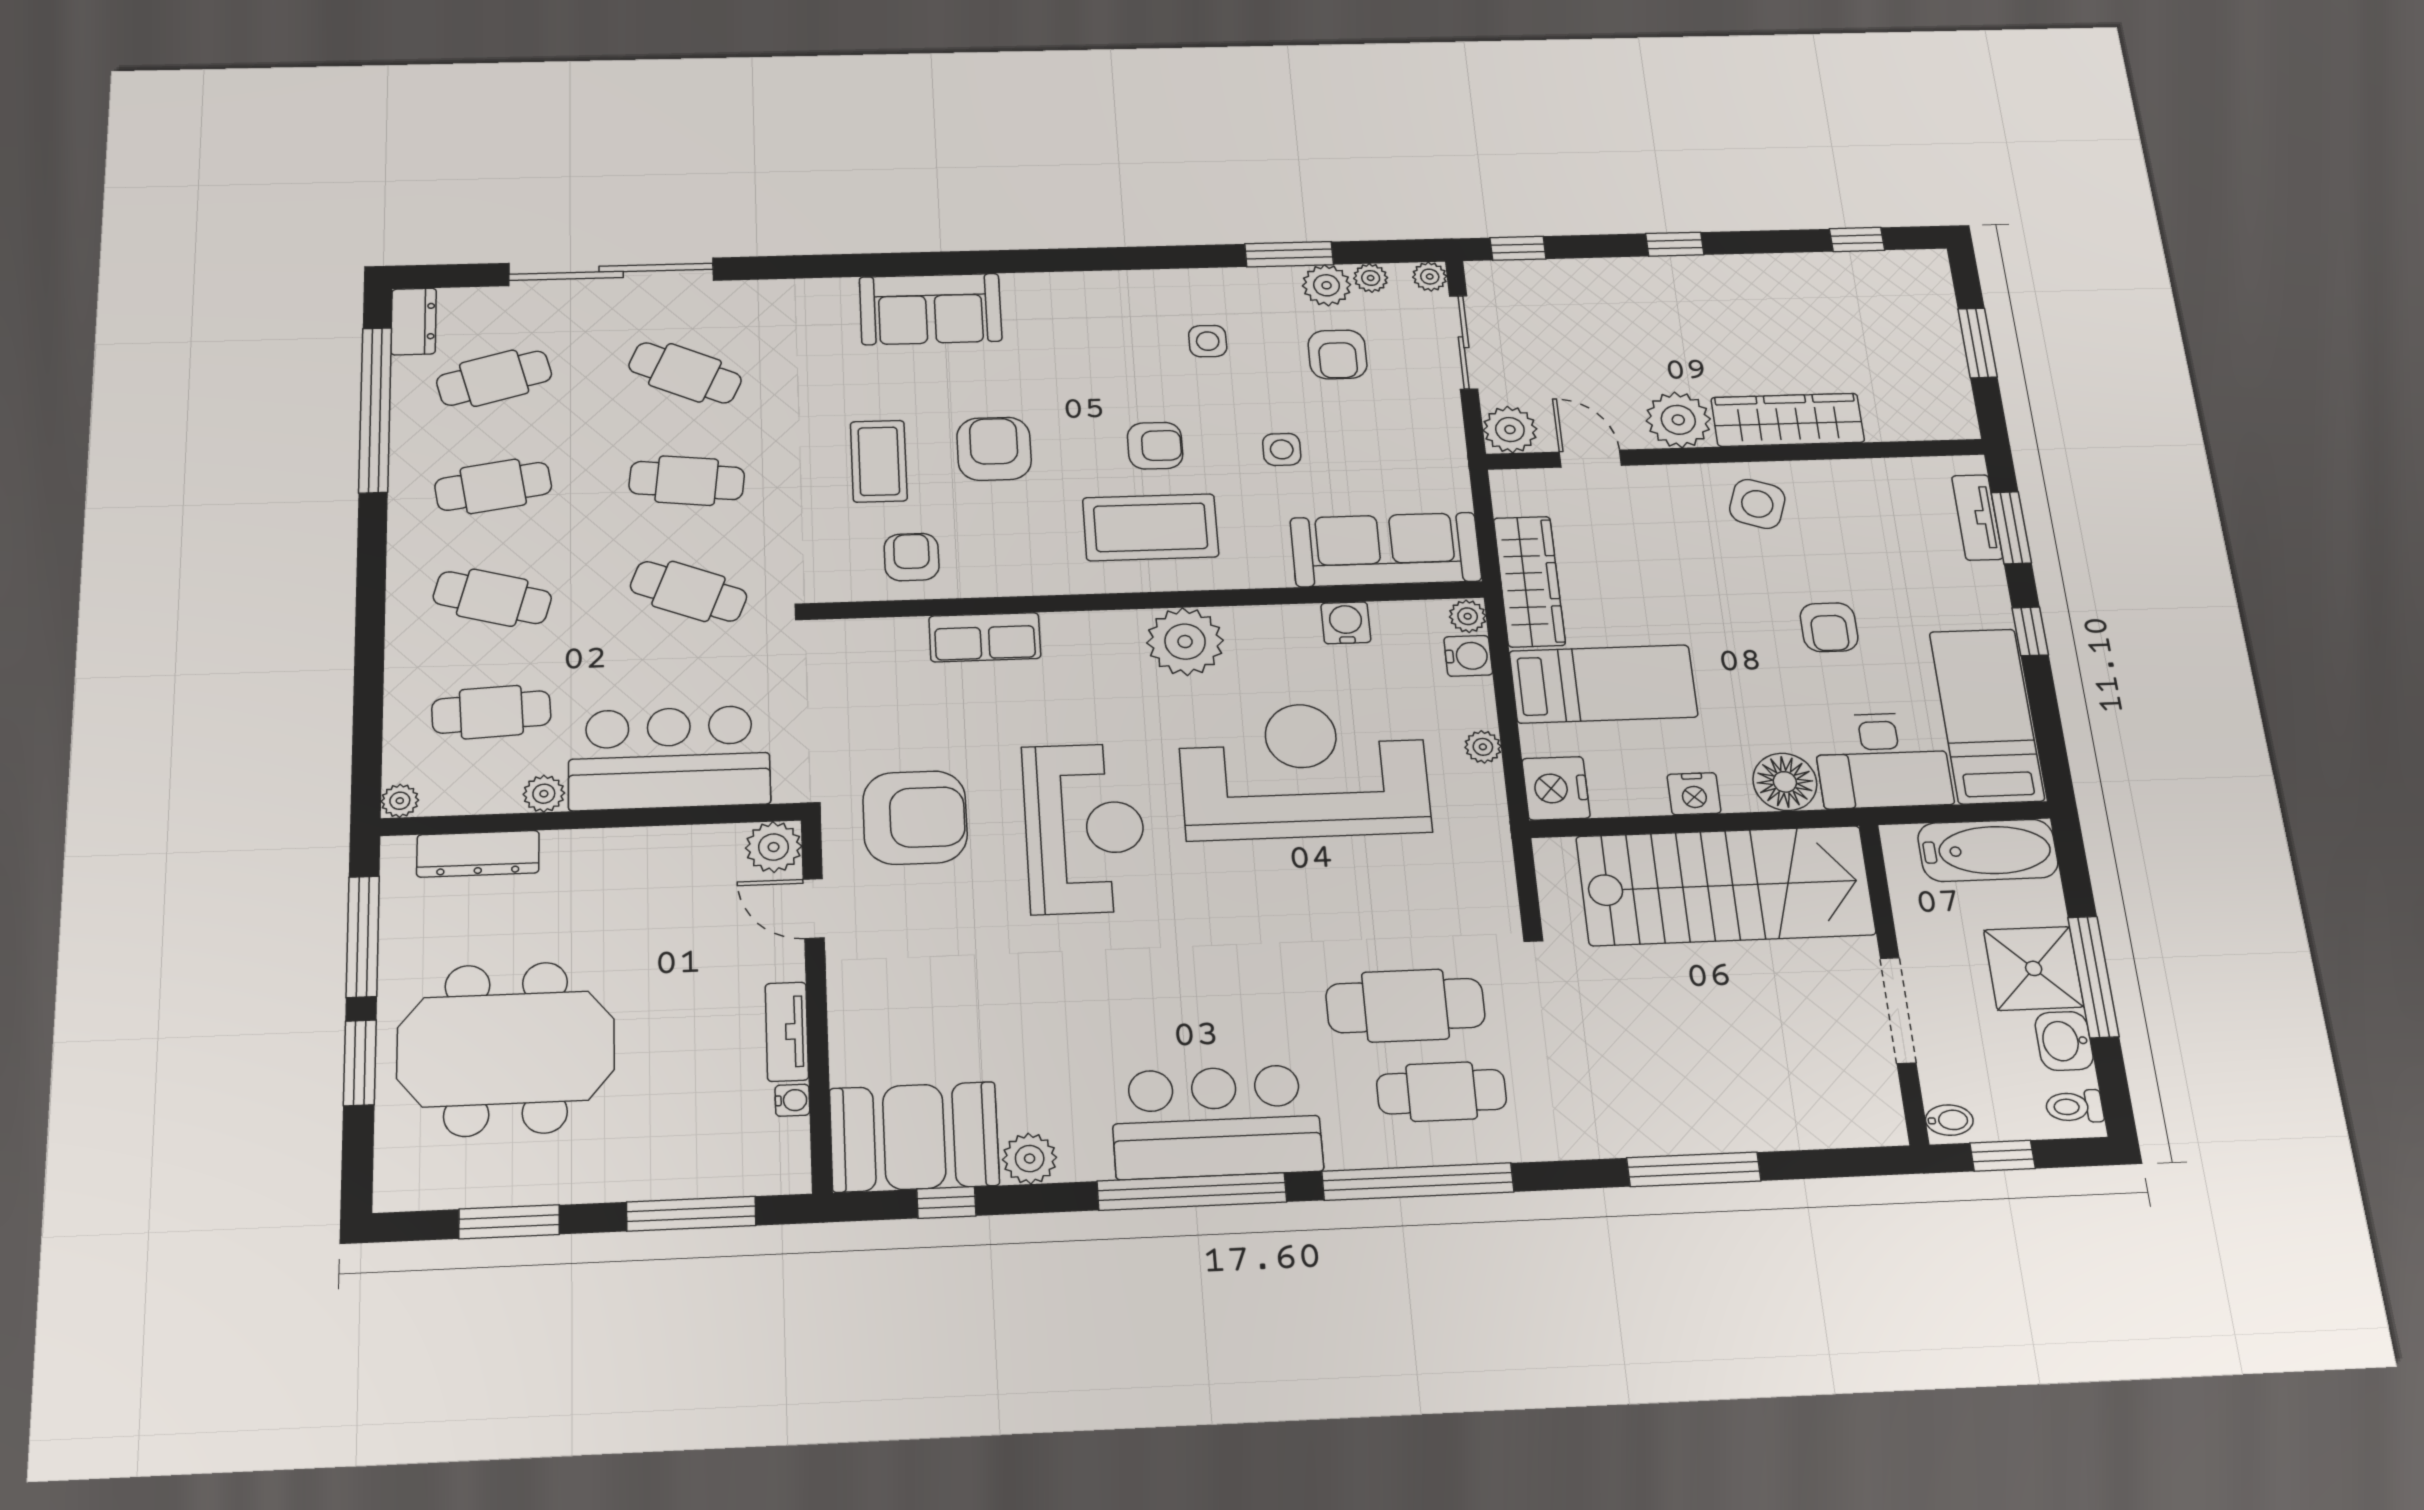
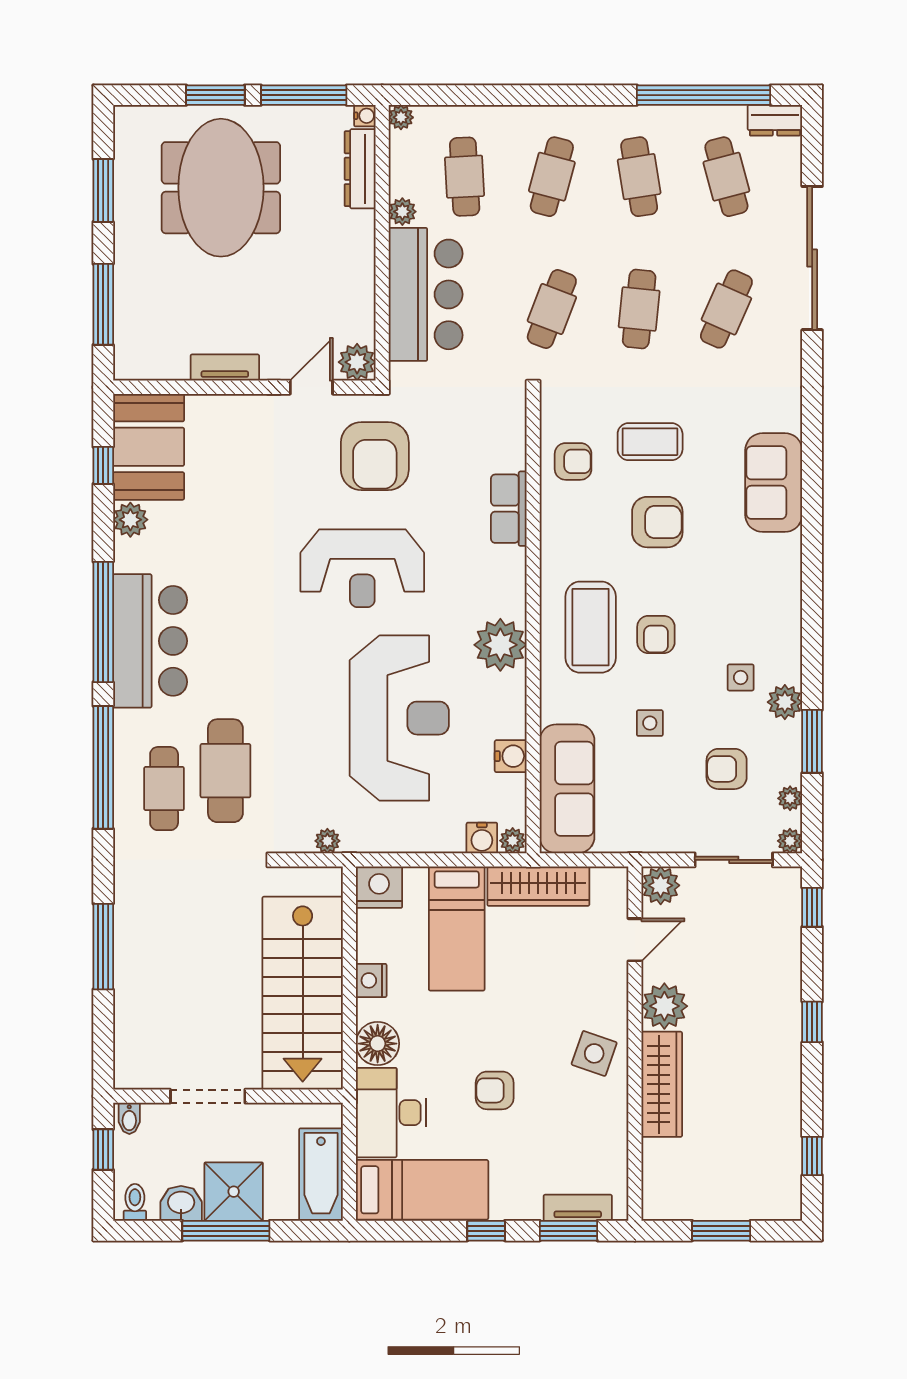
plant: (1327, 285) -> (785, 702), moved
plant: (1483, 747) -> (327, 841), moved
water cooler: (792, 1100) -> (365, 116), moved, turned -90

